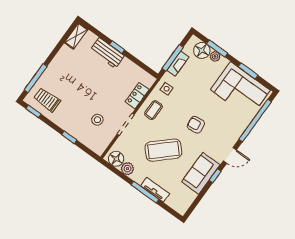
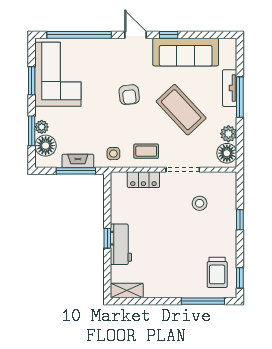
sofa: (201, 173) -> (186, 52), width x1.36

